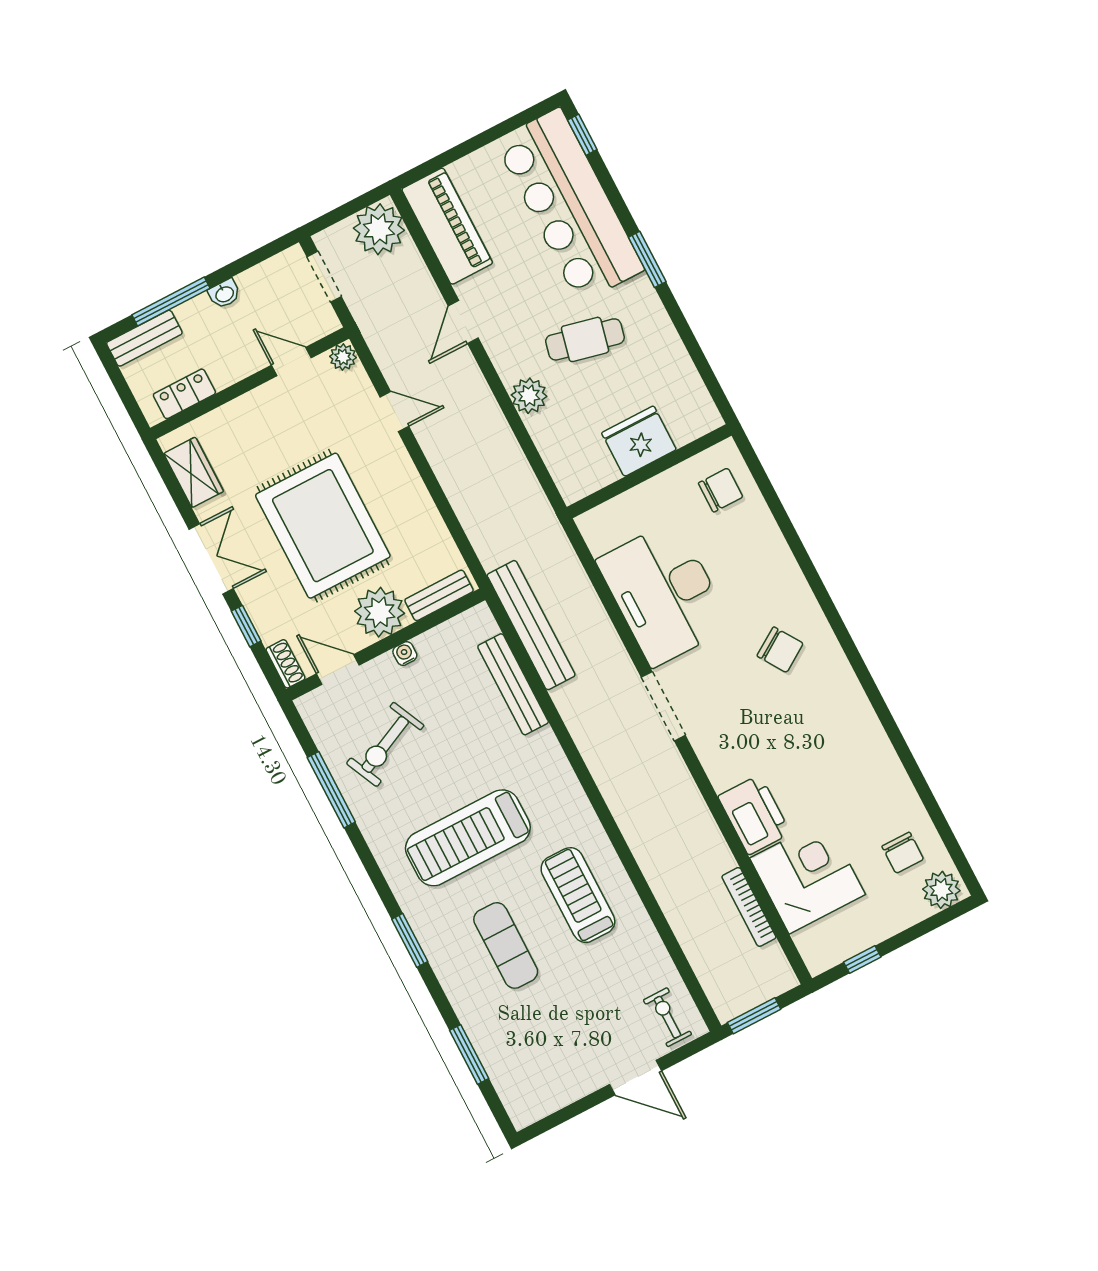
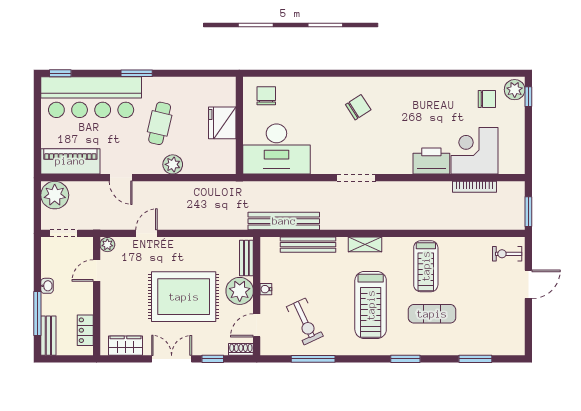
desk: (664, 593) -> (276, 149), moved
shelving: (562, 777) -> (365, 244), added
treadmill: (578, 895) -> (426, 266), turned -90
window: (862, 960) -> (528, 97), moved

